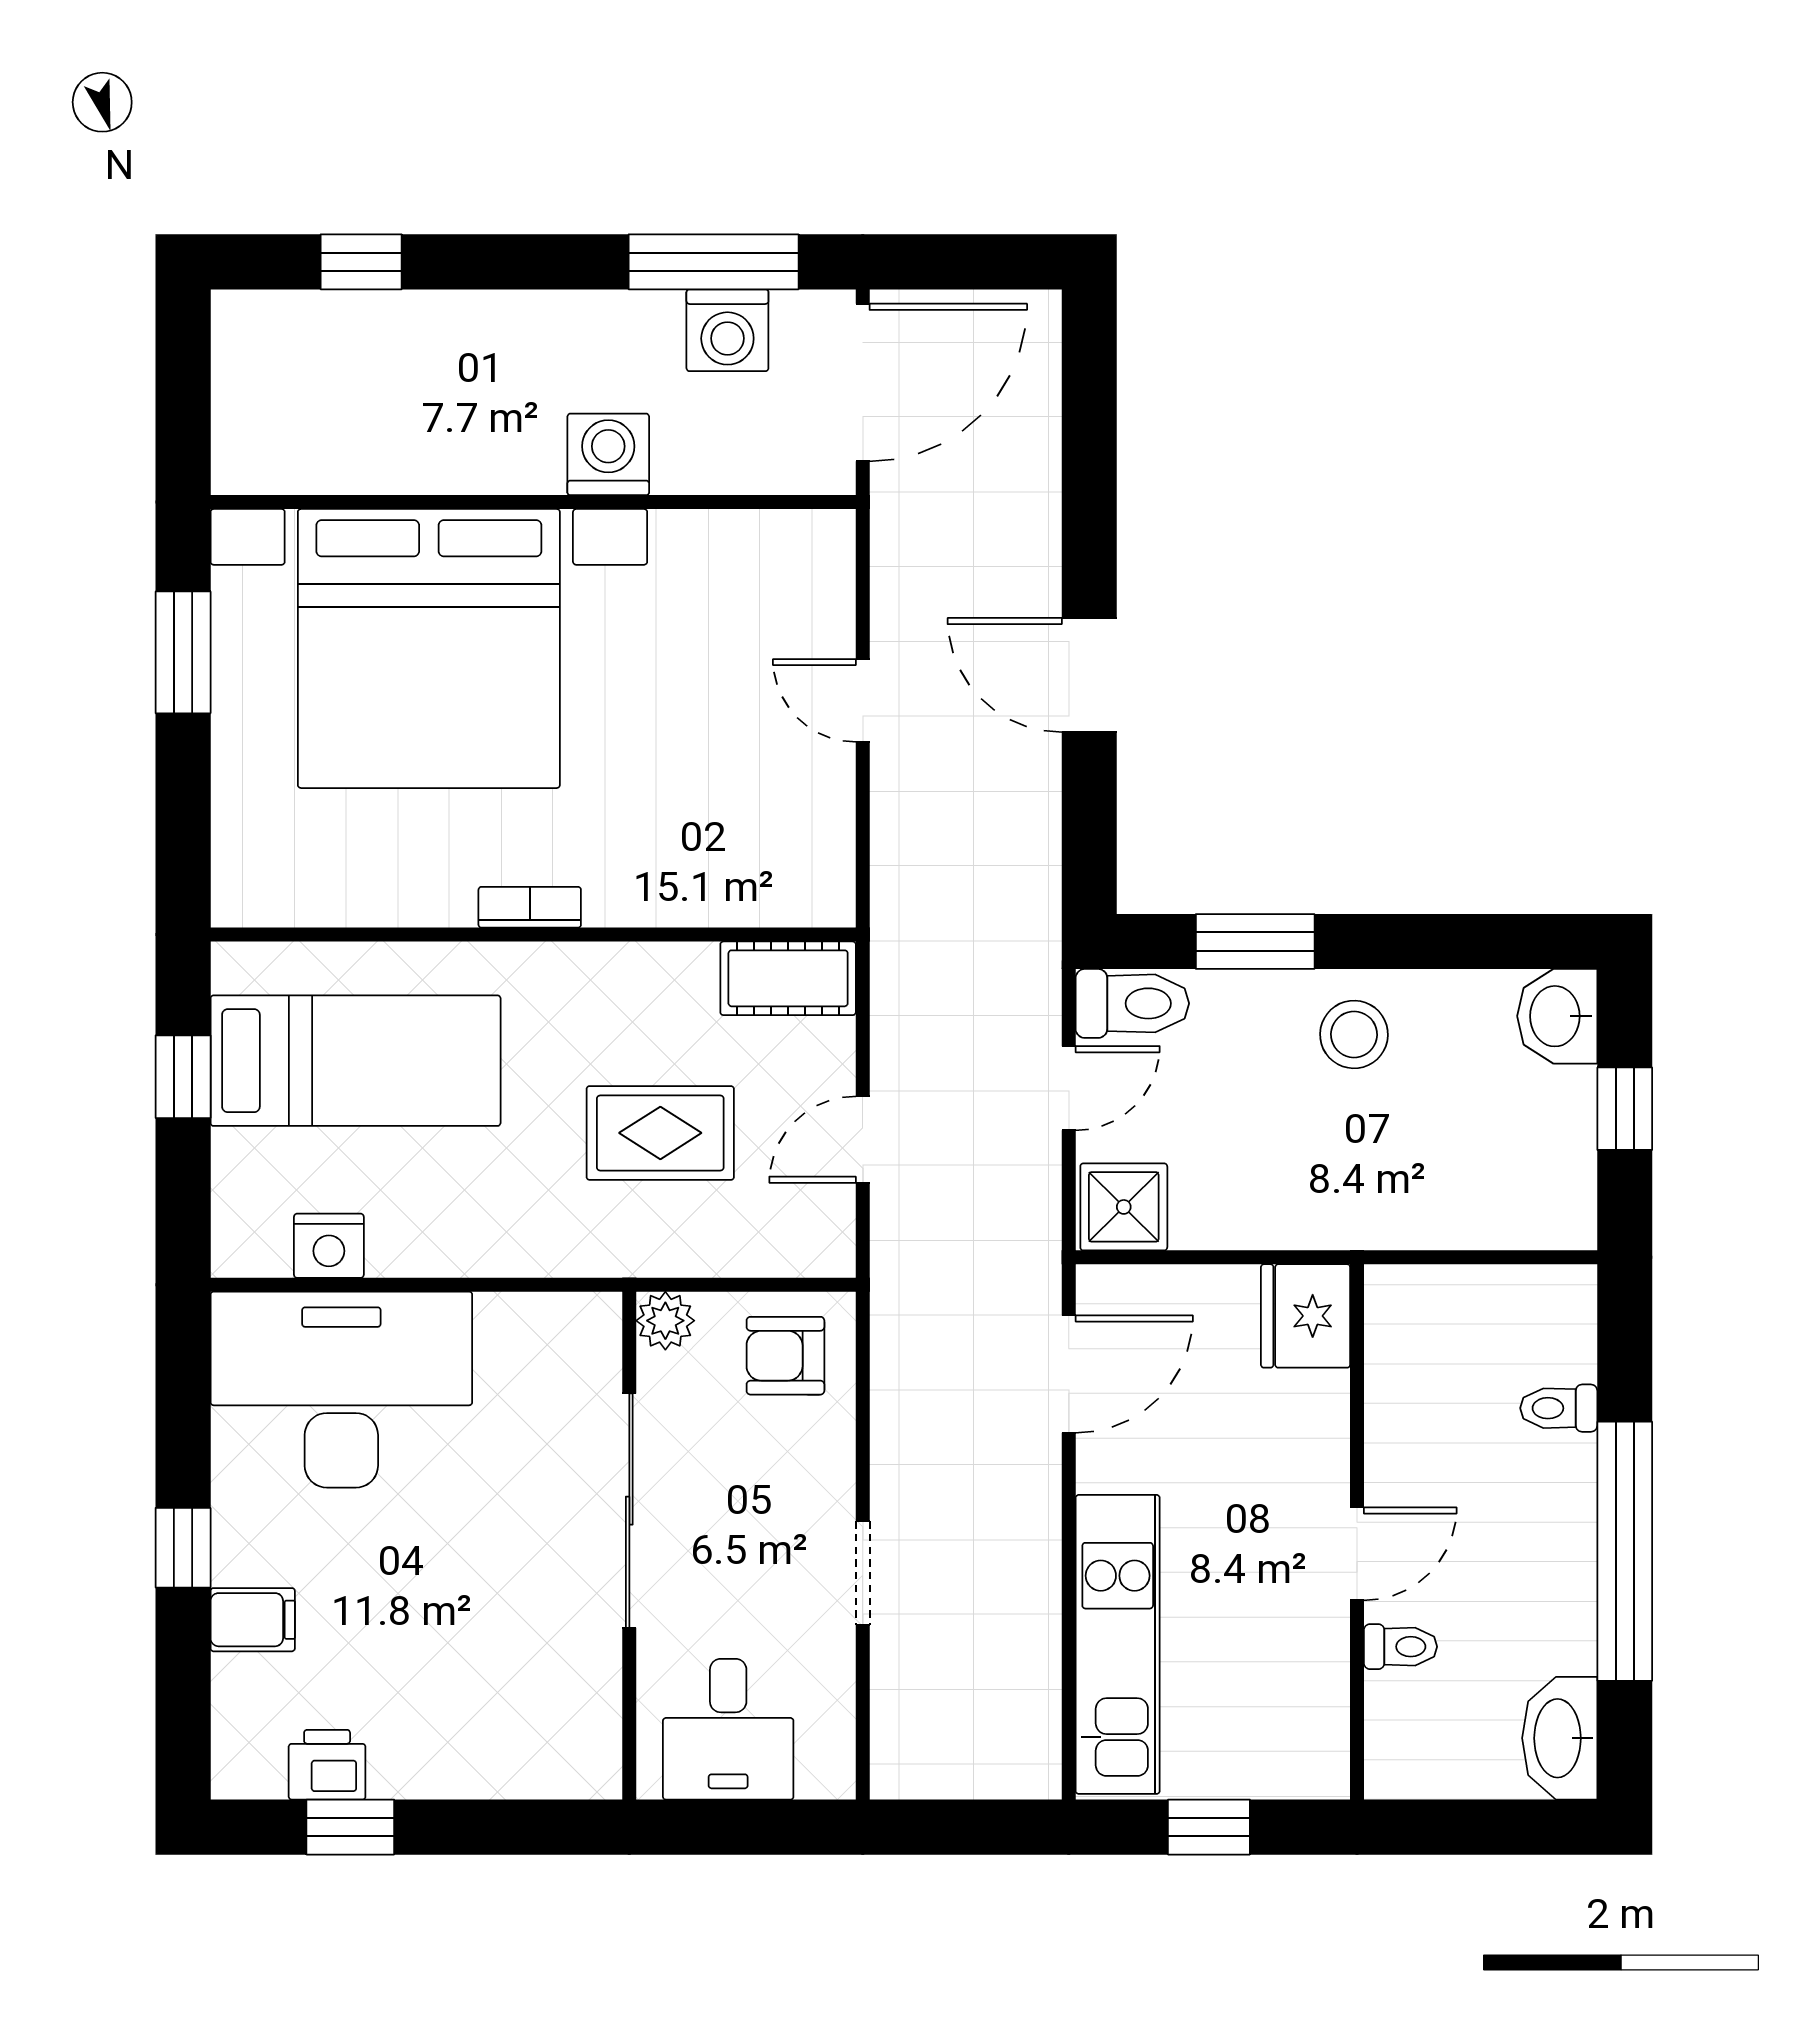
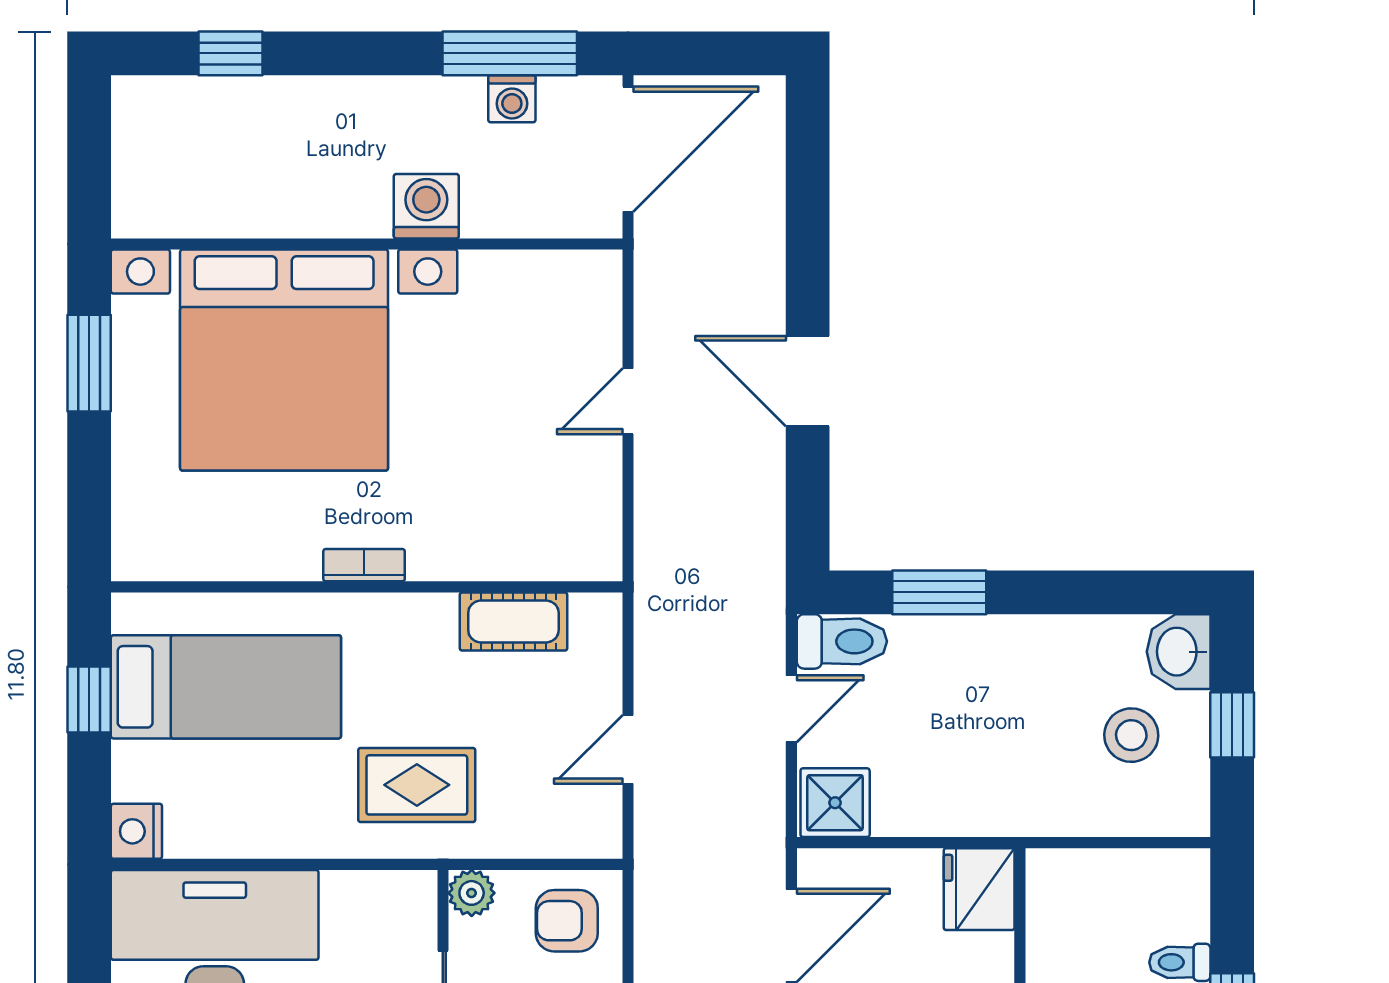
washing machine: (727, 330) -> (512, 99), width x0.73, depth x0.73
door: (863, 700) -> (628, 401), hinge flipped
cot: (788, 978) -> (513, 622), moved
stool: (1354, 1034) -> (1131, 735), moved
rug: (660, 1133) -> (417, 785), moved
nightstand: (329, 1246) -> (136, 831), moved, turned 90

